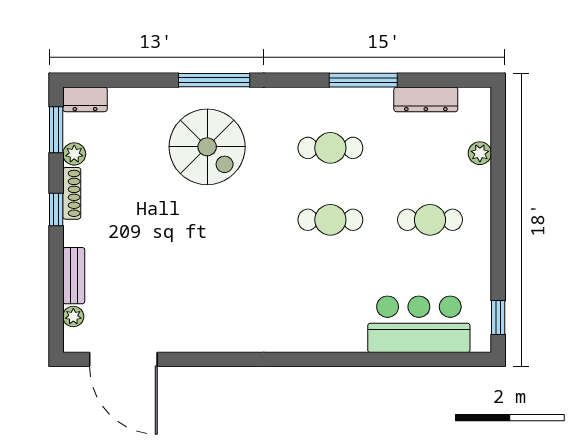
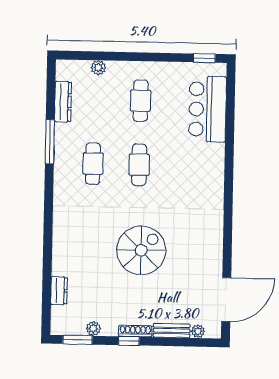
window: (214, 80) -> (48, 238), removed
dresser: (85, 99) -> (59, 291), moved
spiral stairs: (207, 147) -> (141, 250), moved
shoe rack: (72, 193) -> (135, 331), moved

